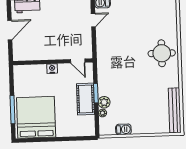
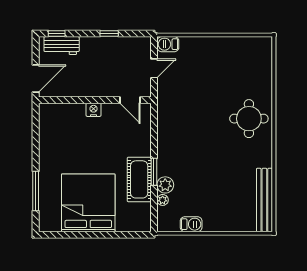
door: (78, 61) -> (130, 100), moved
wall: (53, 62) -> (95, 100), moved
nightstand: (52, 69) -> (94, 110), moved
bed: (36, 117) -> (88, 203), moved

